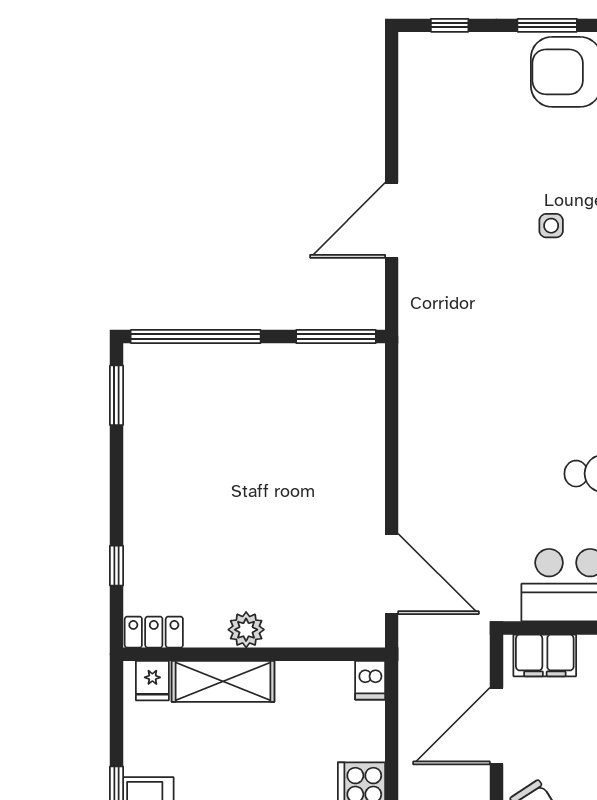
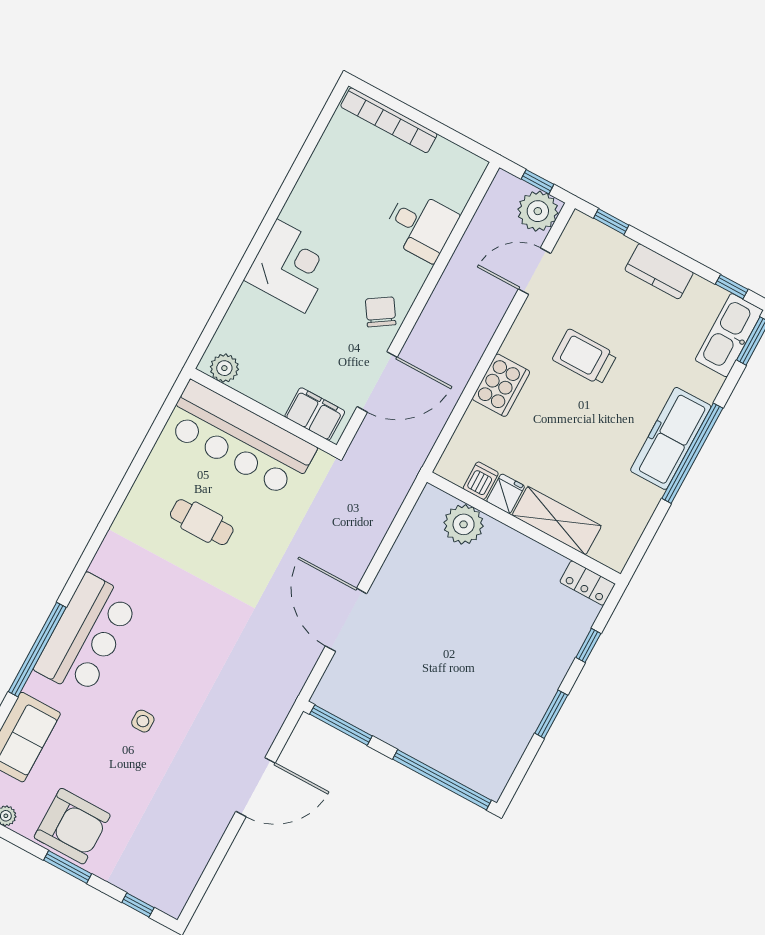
window: (117, 395) -> (551, 714), moved
door: (392, 574) -> (346, 620), moved
plant: (246, 630) -> (464, 524), moved, width x1.36, depth x1.36
dishwasher: (370, 680) -> (481, 481), moved
fridge: (152, 681) -> (506, 494), moved

